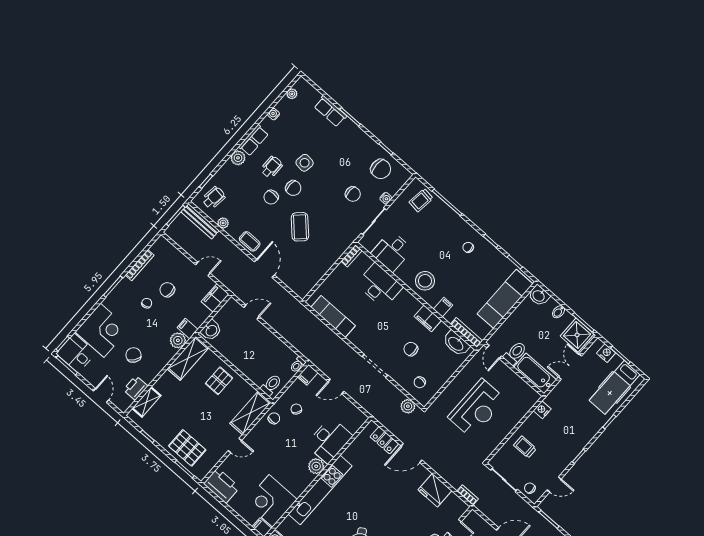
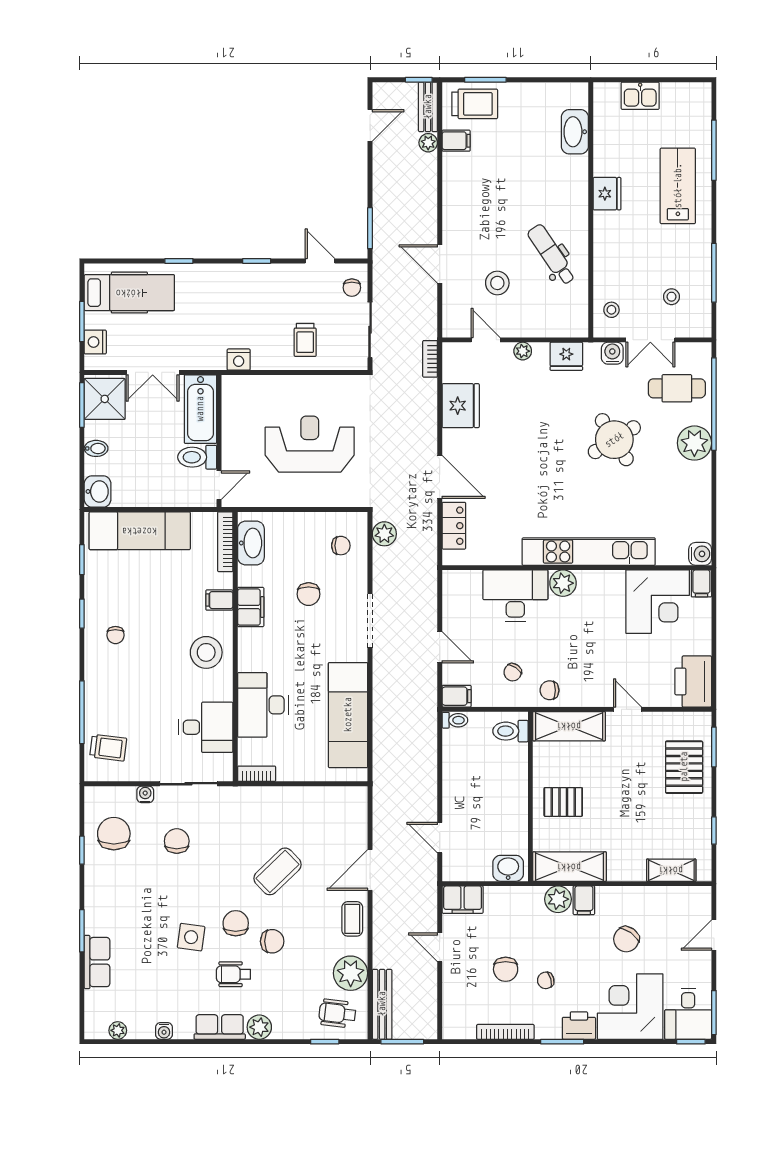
plant: (223, 223) -> (351, 973), width x1.88, depth x1.88
exam couch: (333, 316) -> (348, 715), width x1.36, depth x1.45
filing cabinet: (188, 328) -> (584, 900), moved
printer: (136, 388) -> (579, 1026), moved, turned 180

